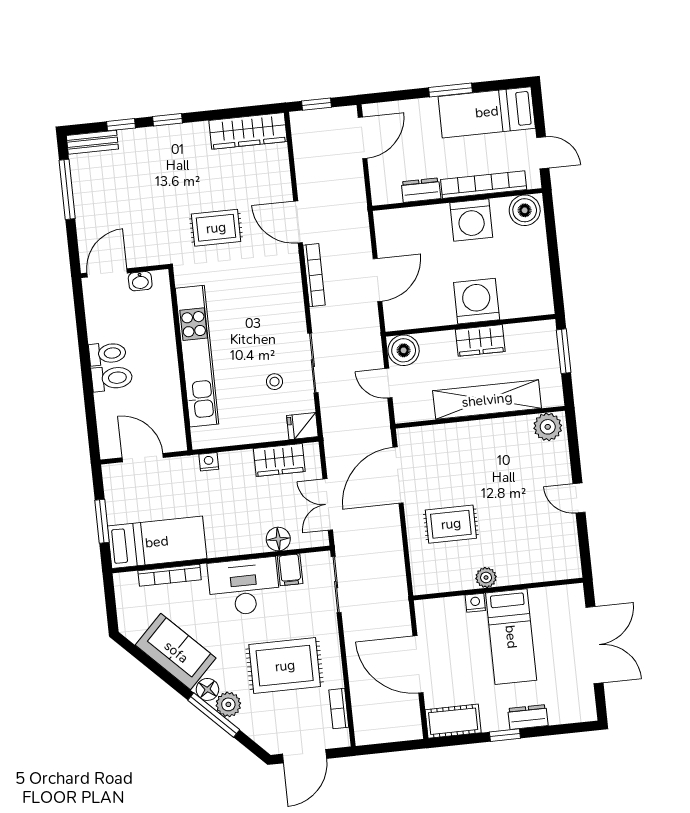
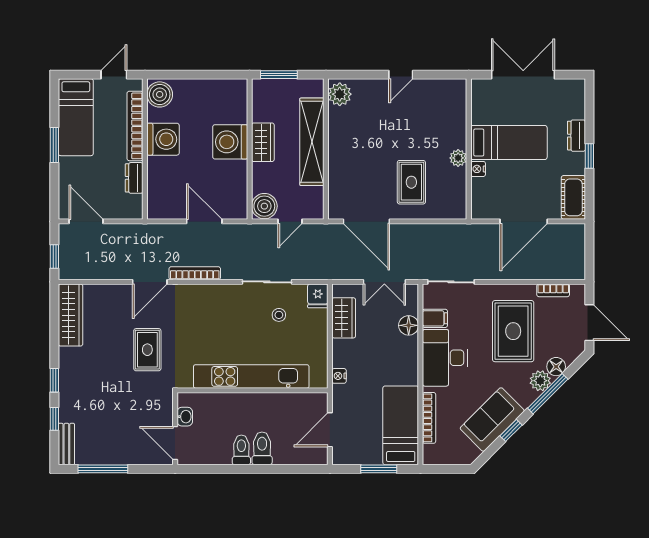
window: (165, 676) -> (511, 430), added
floor lamp: (207, 689) -> (556, 367), moved

